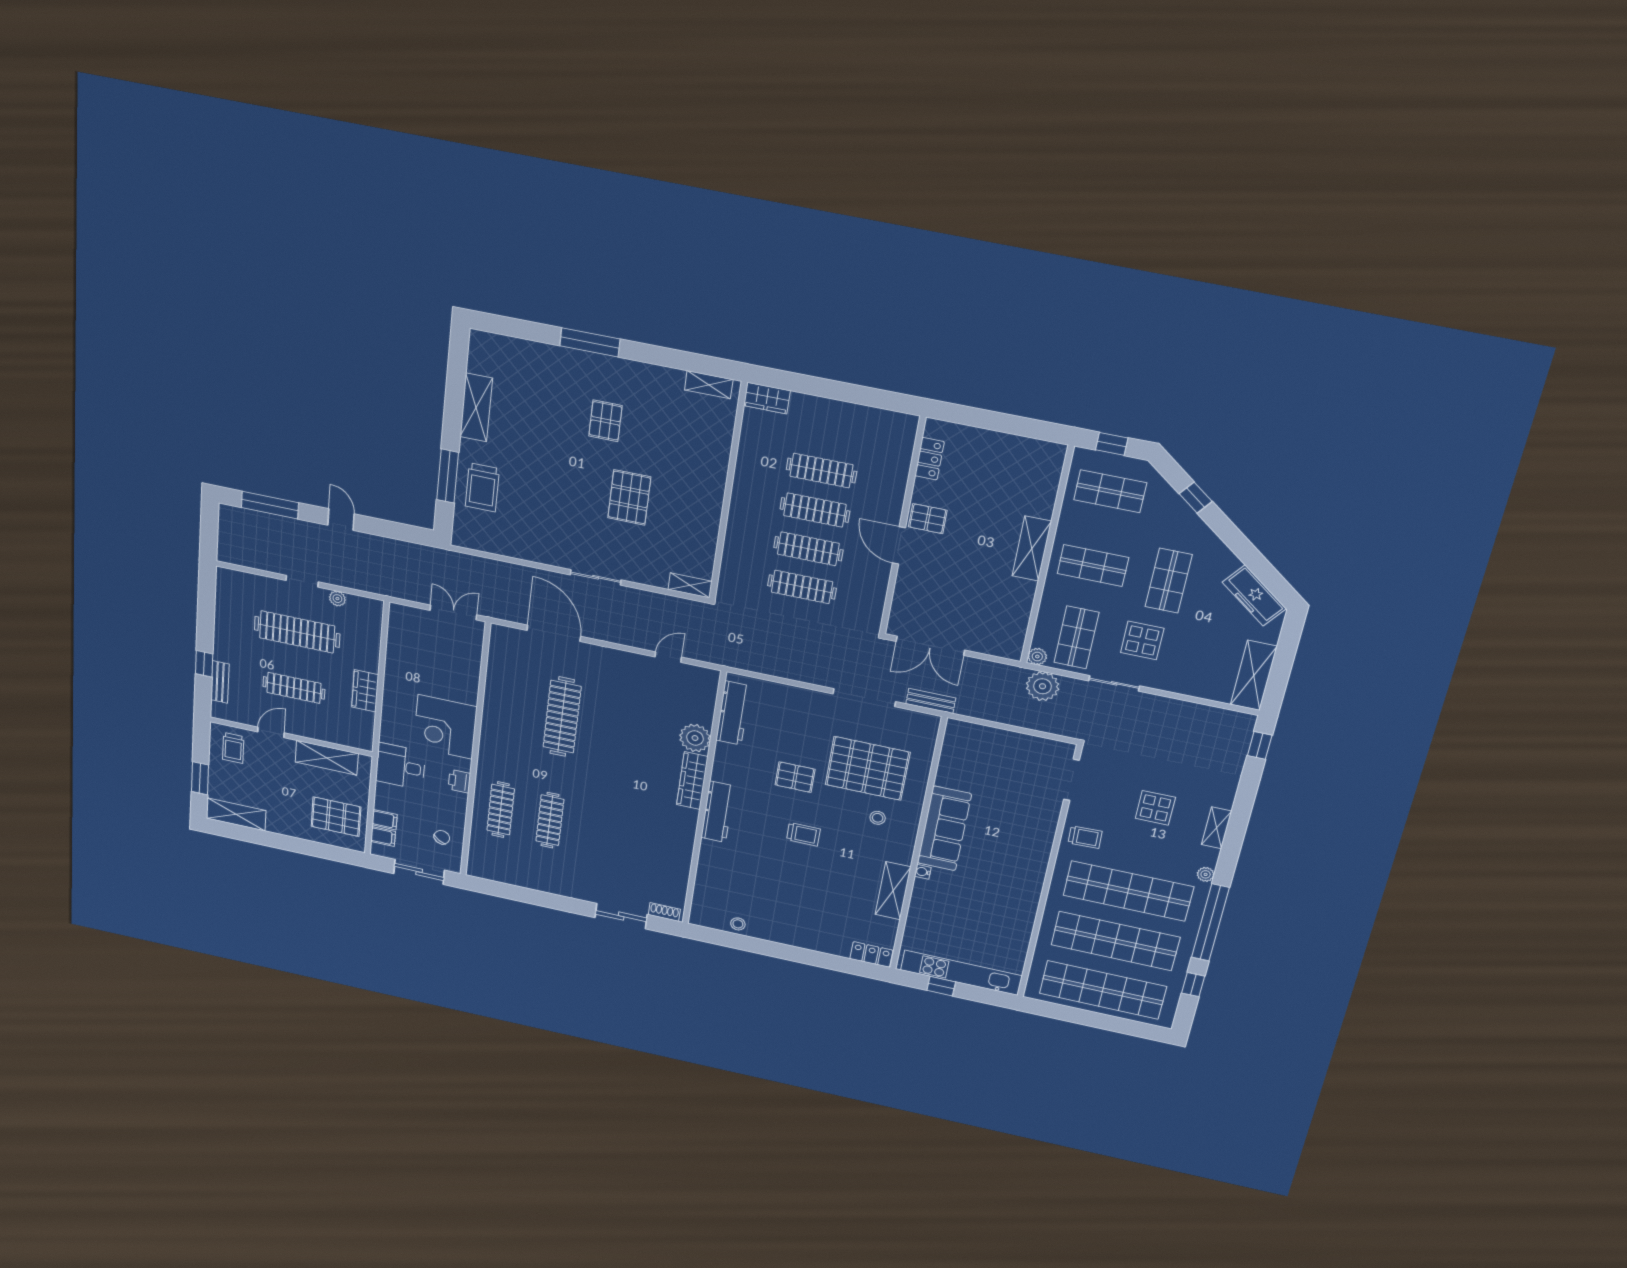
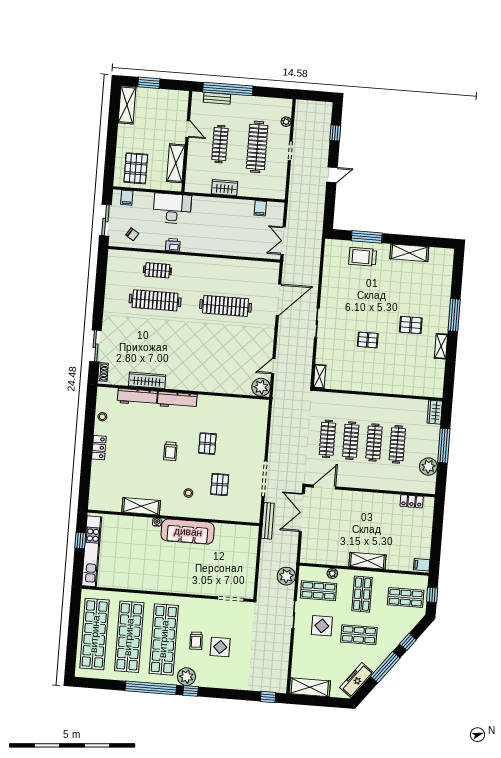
shelving: (709, 385) -> (441, 346), moved
window: (831, 389) -> (444, 446), added
plant: (867, 421) -> (428, 467), added
filing cabinet: (1051, 456) -> (422, 565), added
shop shelf: (1110, 491) -> (406, 598), turned 90
pallet: (629, 497) -> (368, 340), width x0.67, depth x0.71
window: (270, 505) -> (335, 133), width x0.46
pallet: (928, 519) -> (377, 504), removed
window: (1238, 543) -> (385, 667), added
door: (899, 545) -> (324, 487), moved
plant: (337, 599) -> (286, 122), moved
double door: (453, 613) -> (283, 241), swing flipped
plant: (1037, 656) -> (332, 573), moved
door: (668, 657) -> (273, 366), swing flipped
window: (204, 664) -> (228, 89), width x3.17
bench: (931, 701) -> (268, 521), width x1.36
workbench: (733, 713) -> (137, 397), moved
corner desk: (445, 727) -> (208, 236), removed
plant: (695, 738) -> (261, 387), moved
trolley: (233, 748) -> (173, 105), removed
desk: (401, 766) -> (172, 208), width x1.37
pallet: (868, 768) -> (220, 485), width x0.49, depth x0.50
wardrobe: (692, 781) -> (147, 380), moved
clothes rail: (501, 810) -> (157, 270), width x0.73
filing cabinet: (385, 820) -> (260, 208), moved
clothes rail: (550, 820) -> (155, 300), width x1.37, depth x1.31
shelving: (1217, 828) -> (213, 682), removed
trolley: (1085, 837) -> (196, 641), moved
plant: (1206, 874) -> (186, 677), width x1.88, depth x1.88
locker: (871, 954) -> (99, 448), moved
window: (1193, 985) -> (191, 691), moved

